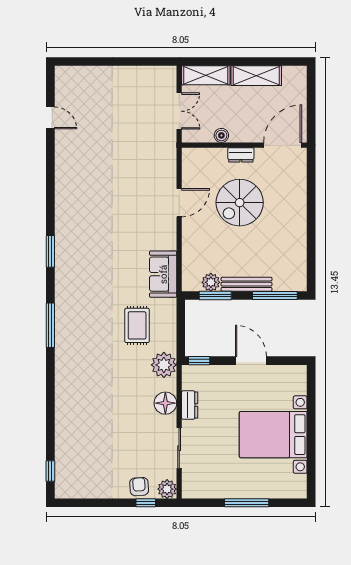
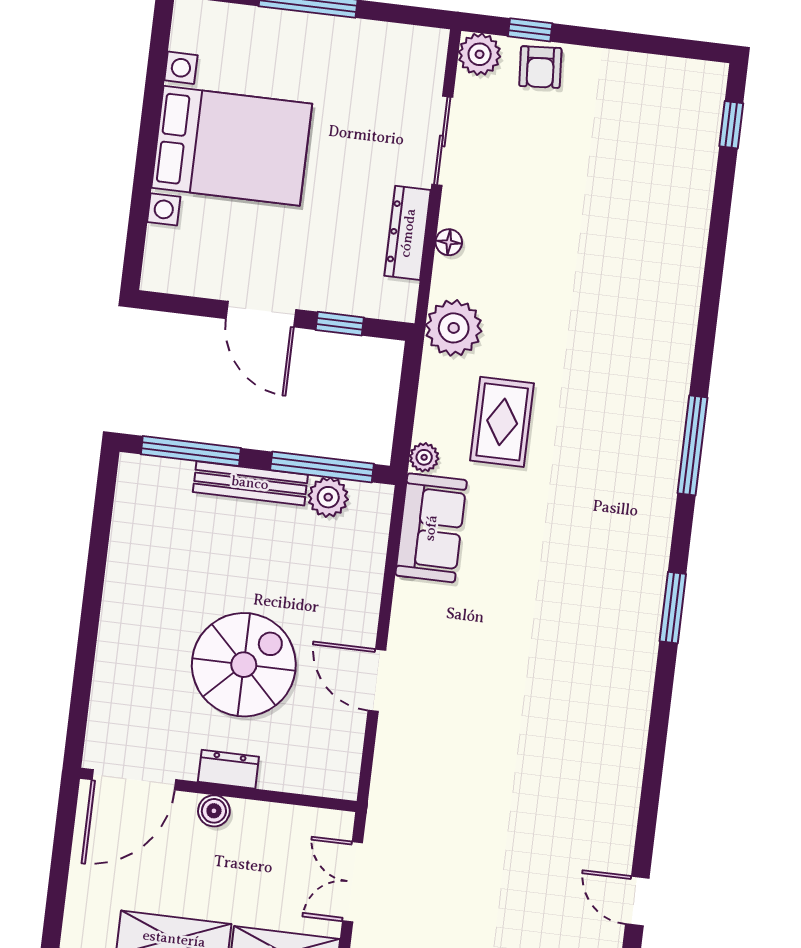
boiler: (221, 135) -> (214, 811), moved
door: (179, 203) -> (377, 680), hinge flipped
window: (215, 295) -> (322, 467), width x1.44
plant: (170, 305) -> (424, 457), added
window: (199, 361) -> (340, 324), moved
floor lamp: (165, 403) -> (449, 242), width x0.53, depth x0.53
dresser: (190, 405) -> (408, 233), width x1.44

